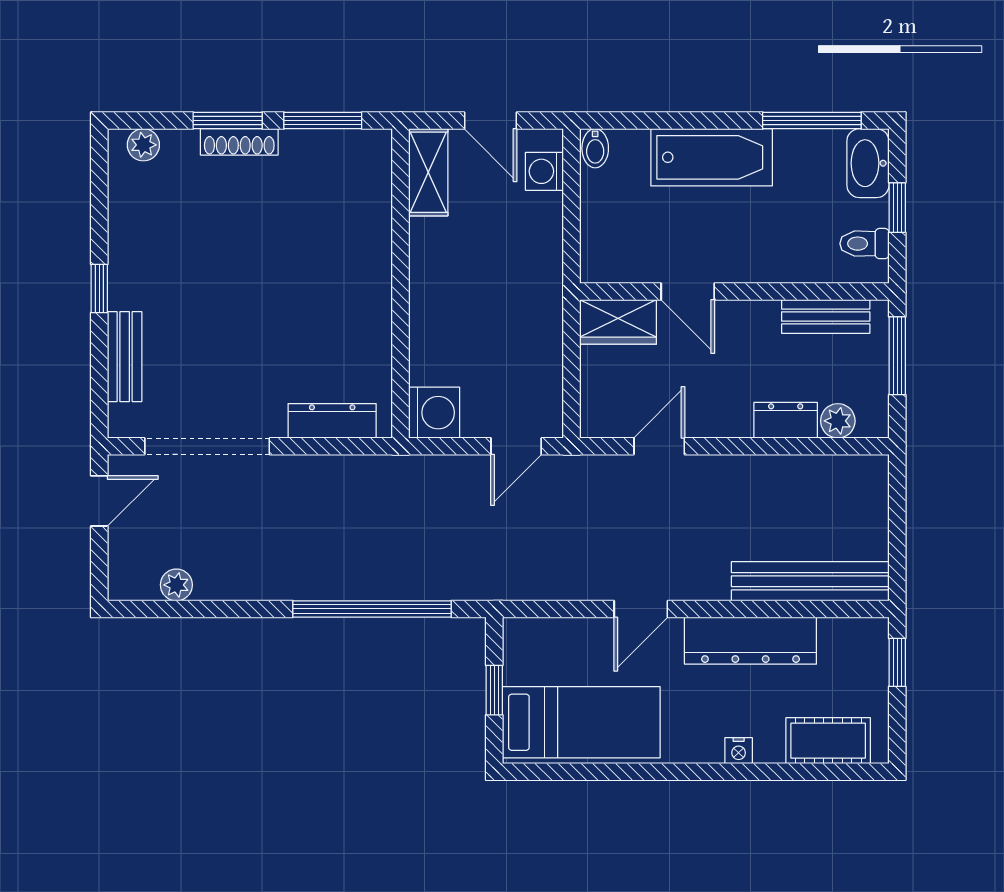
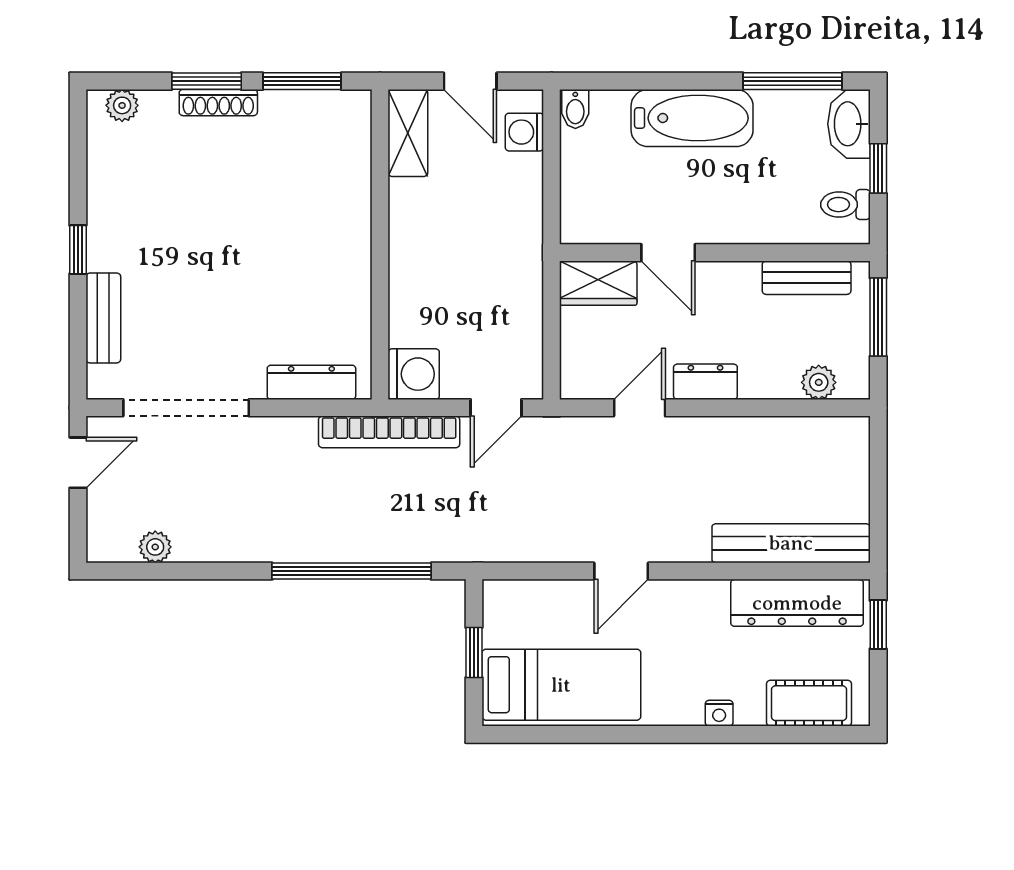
dresser: (786, 420) -> (705, 382), moved
bookcase: (410, 470) -> (389, 432), added
dresser: (750, 641) -> (797, 603), moved

